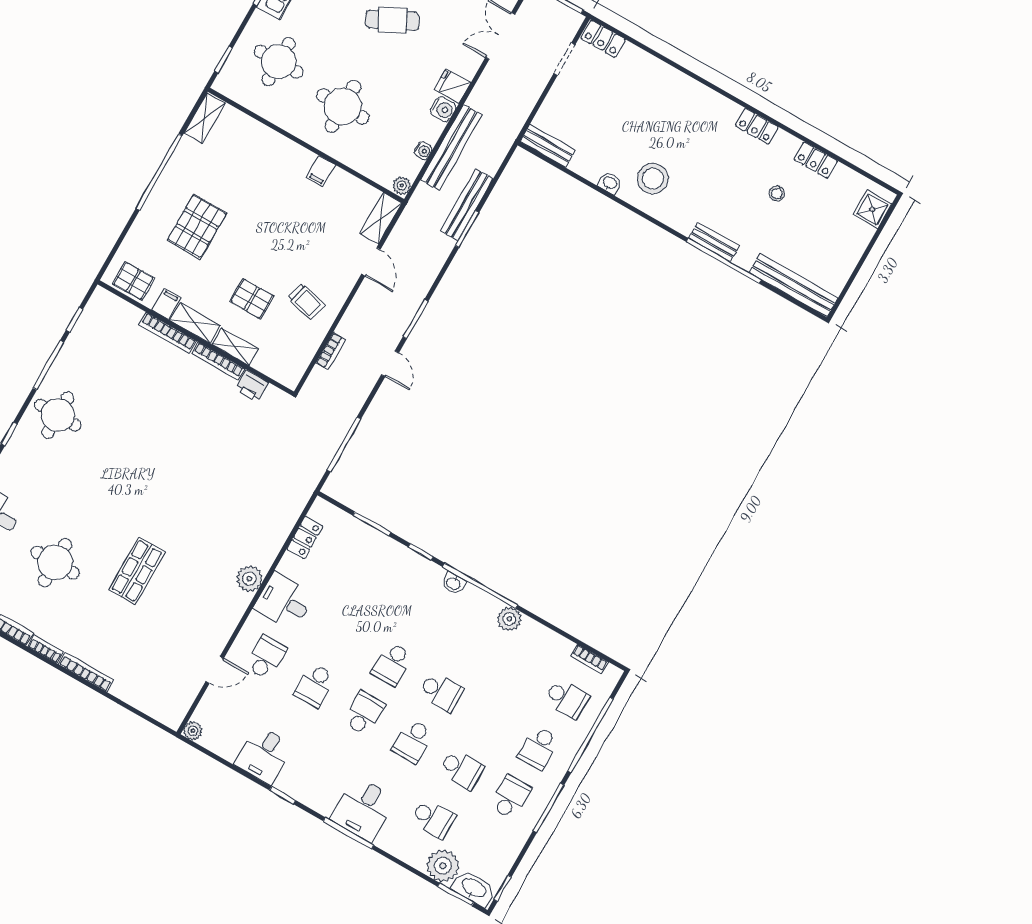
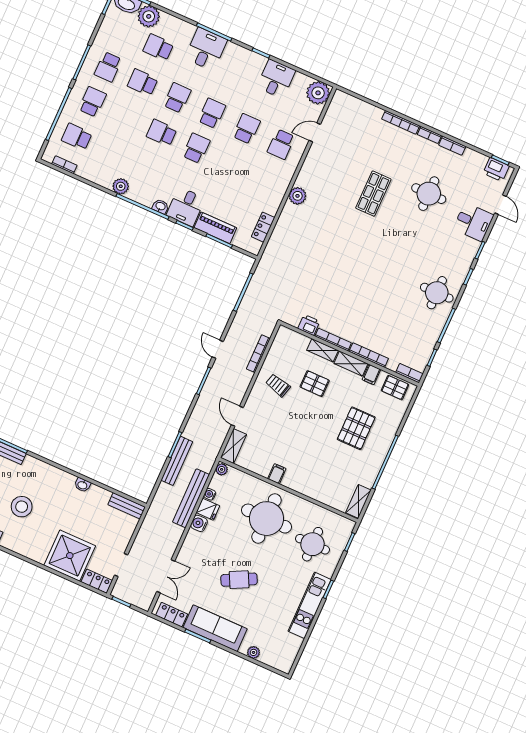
shower: (639, 81) -> (70, 556), added
fridge: (453, 86) -> (208, 509), moved
round table: (343, 106) -> (267, 519), width x1.36, depth x1.36
stool: (653, 179) -> (22, 507), moved
bookcase: (110, 300) -> (409, 373), added
bookcase: (331, 351) -> (258, 354), width x1.56
piano: (376, 544) -> (215, 228), added
desk: (284, 601) -> (186, 207), moved, turned 90
school desk: (364, 713) -> (212, 113), turned 180
plant: (193, 731) -> (318, 93), width x1.87, depth x1.87

